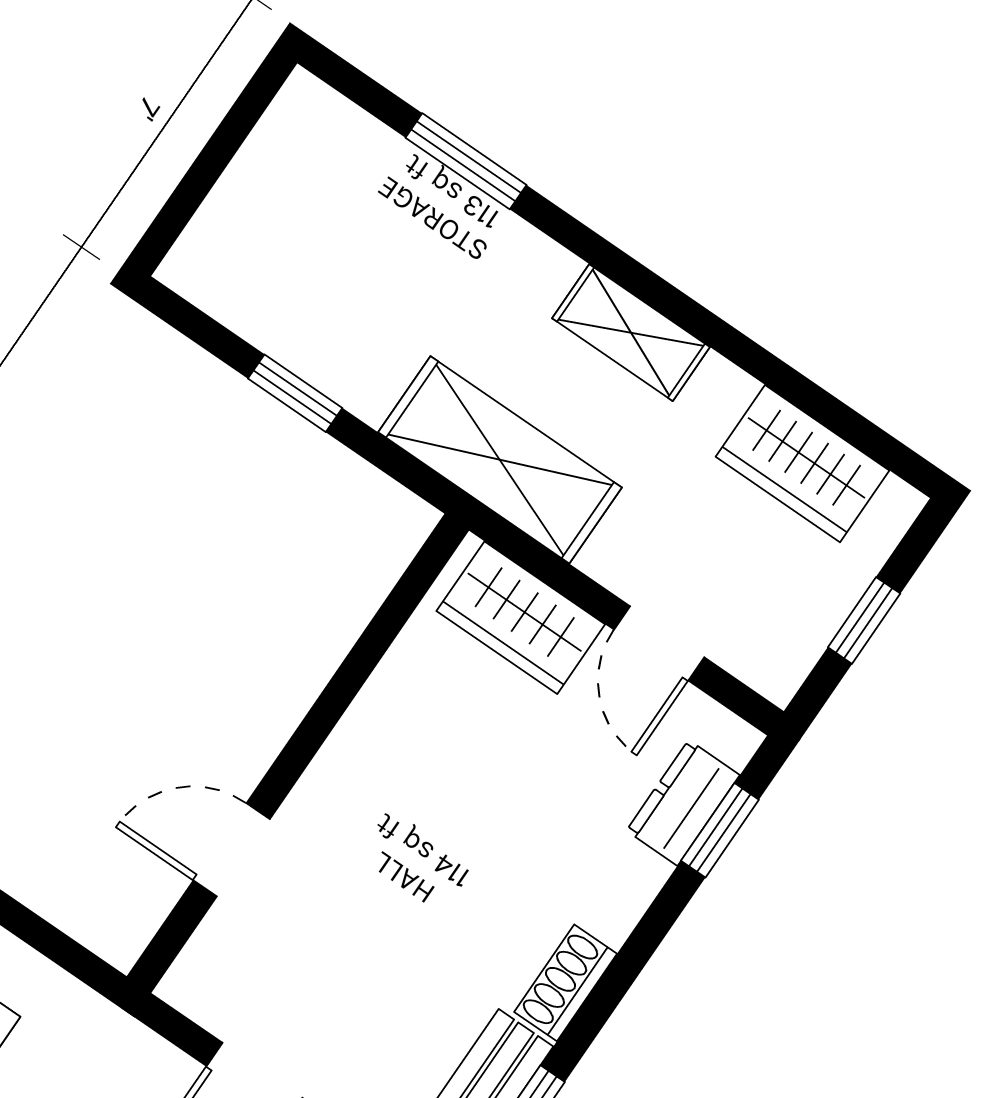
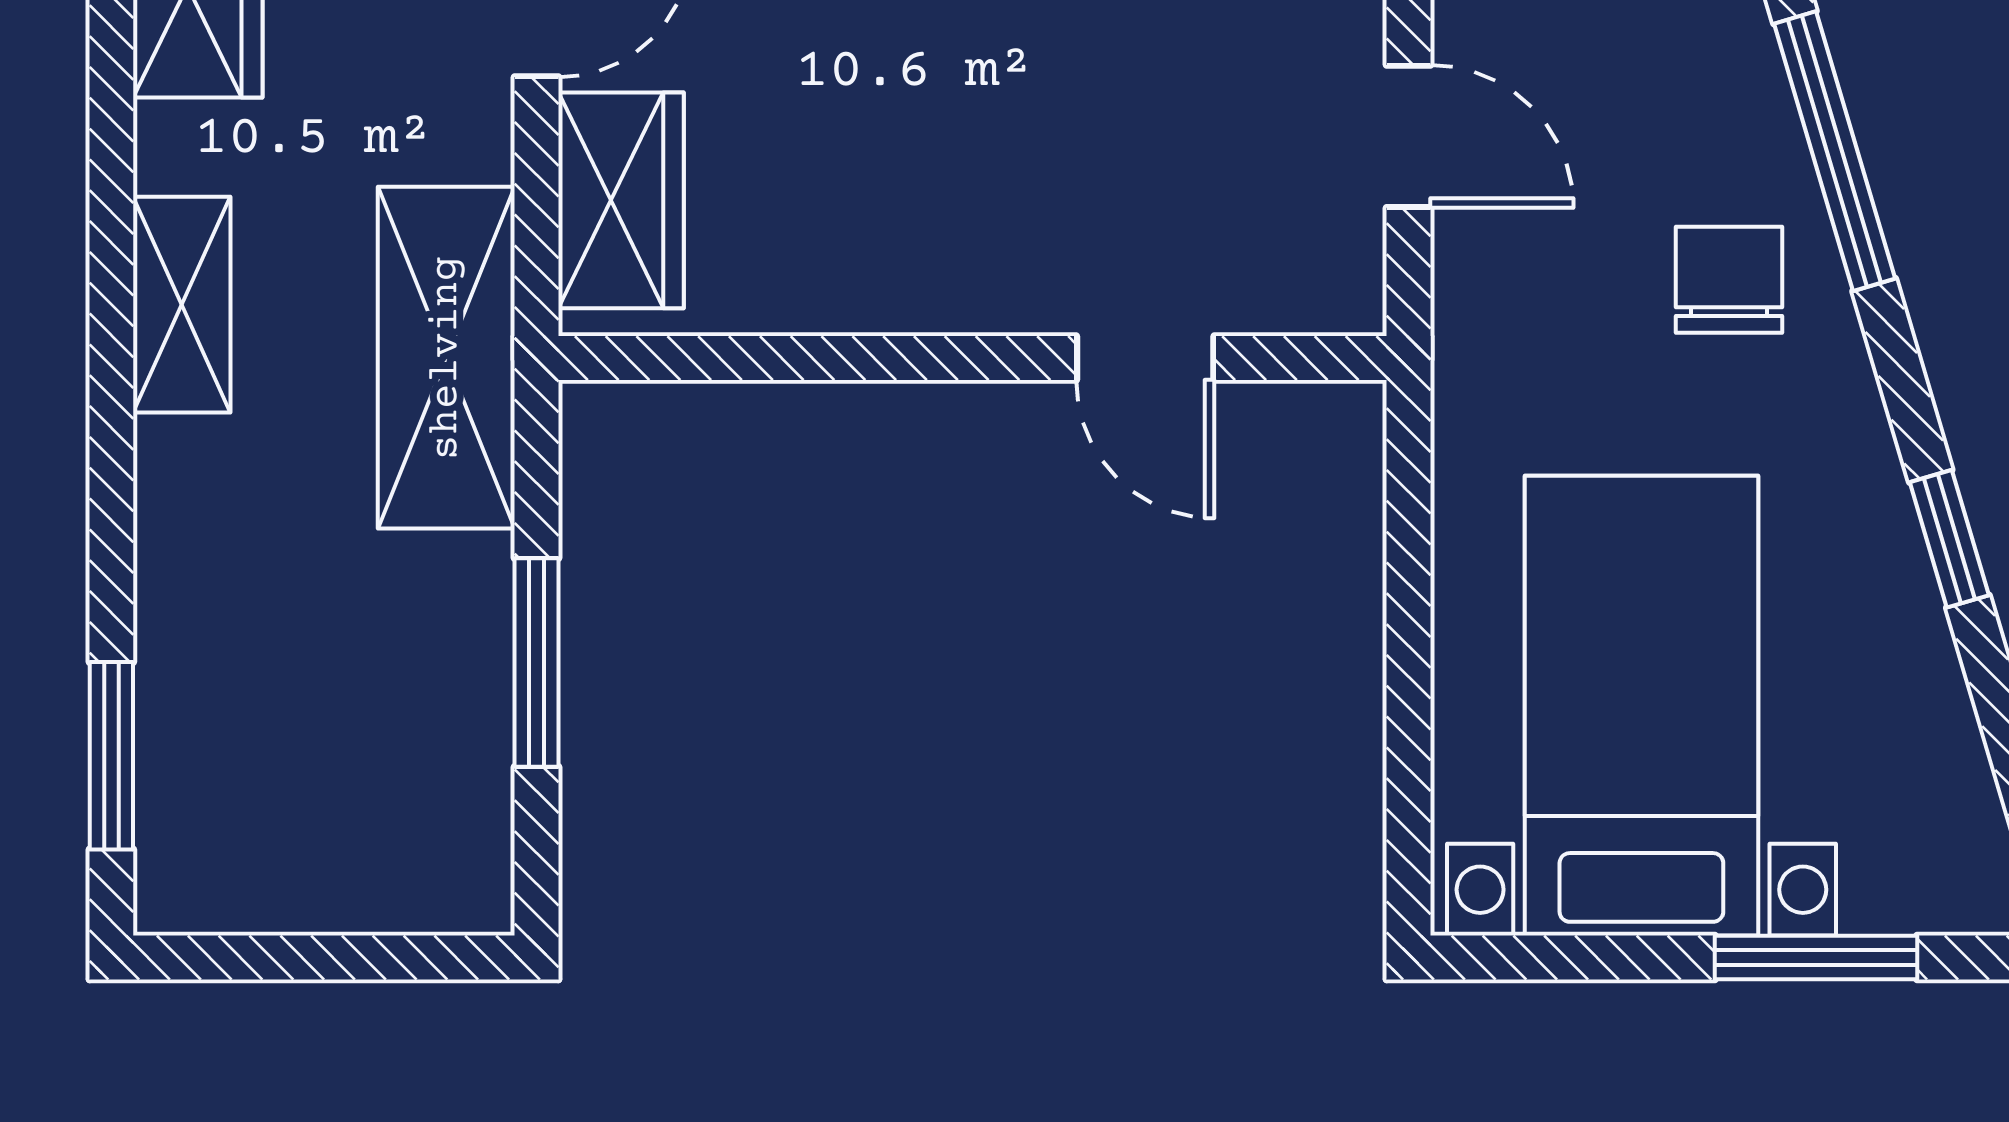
window: (466, 161) -> (111, 756), moved
window: (295, 393) -> (536, 662), width x1.50

